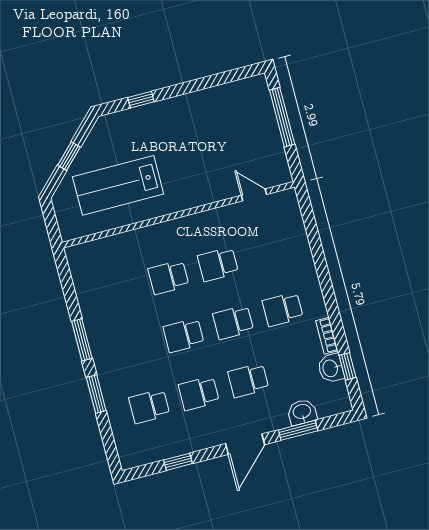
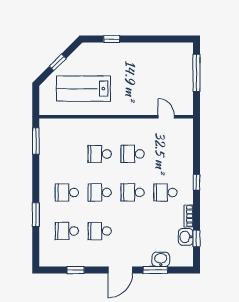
window: (325, 282) -> (196, 182), added
window: (82, 340) -> (36, 141), moved
school desk: (248, 380) -> (67, 192), moved

